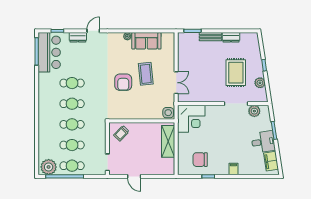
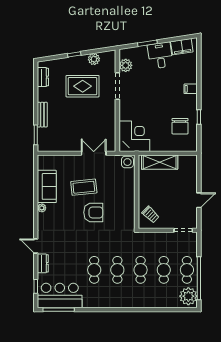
dresser: (231, 37) -> (43, 77), moved

